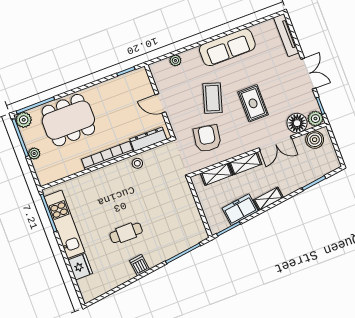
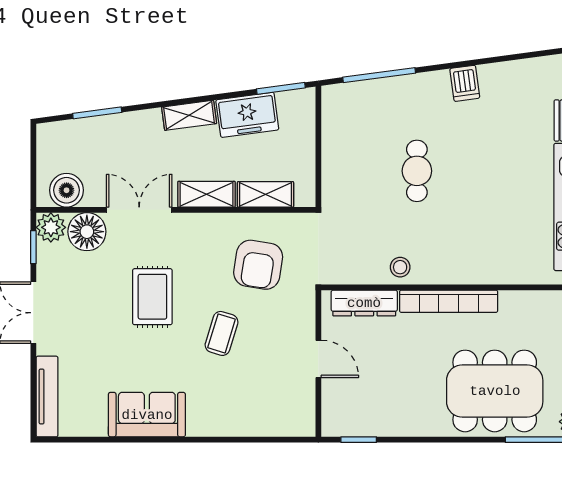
sofa: (227, 47) -> (147, 415), width x0.73
plant: (175, 60) -> (263, 426), removed
coffee table: (212, 98) -> (222, 333), width x0.73, depth x0.77
cafe table: (126, 233) -> (417, 171), moved, turned 90

